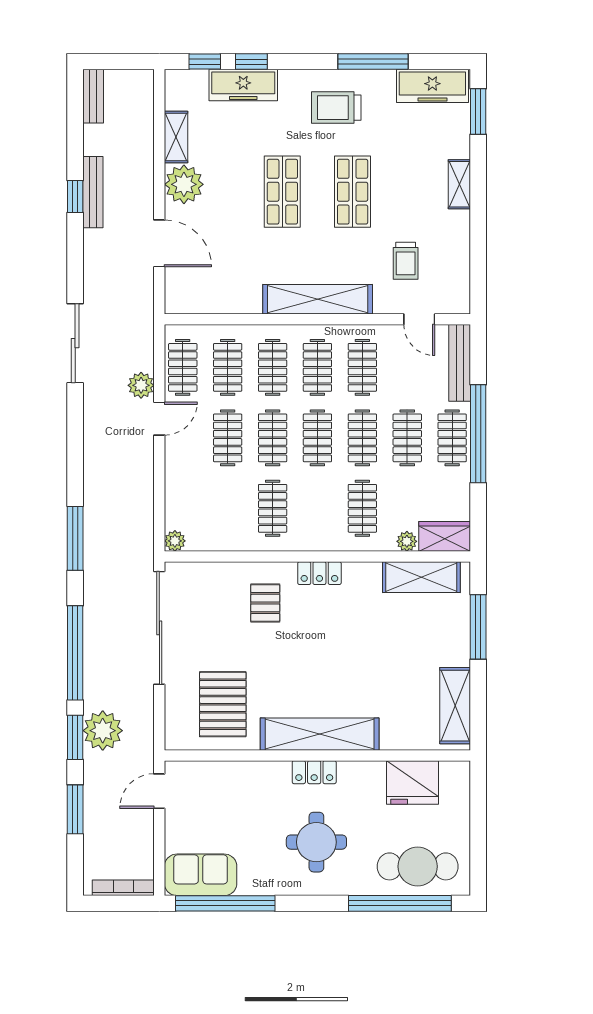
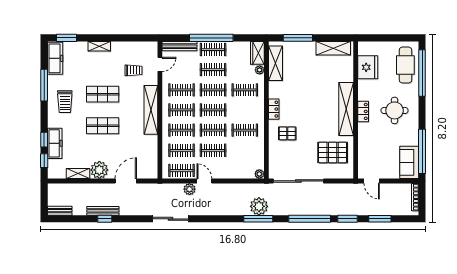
plant: (103, 731) -> (259, 206), moved

